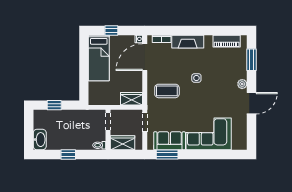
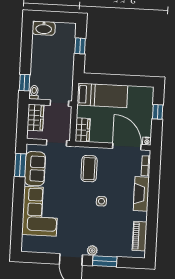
bed: (99, 58) -> (102, 95), moved, turned 180
window: (252, 60) -> (105, 261), moved
window: (68, 155) -> (25, 83), moved

